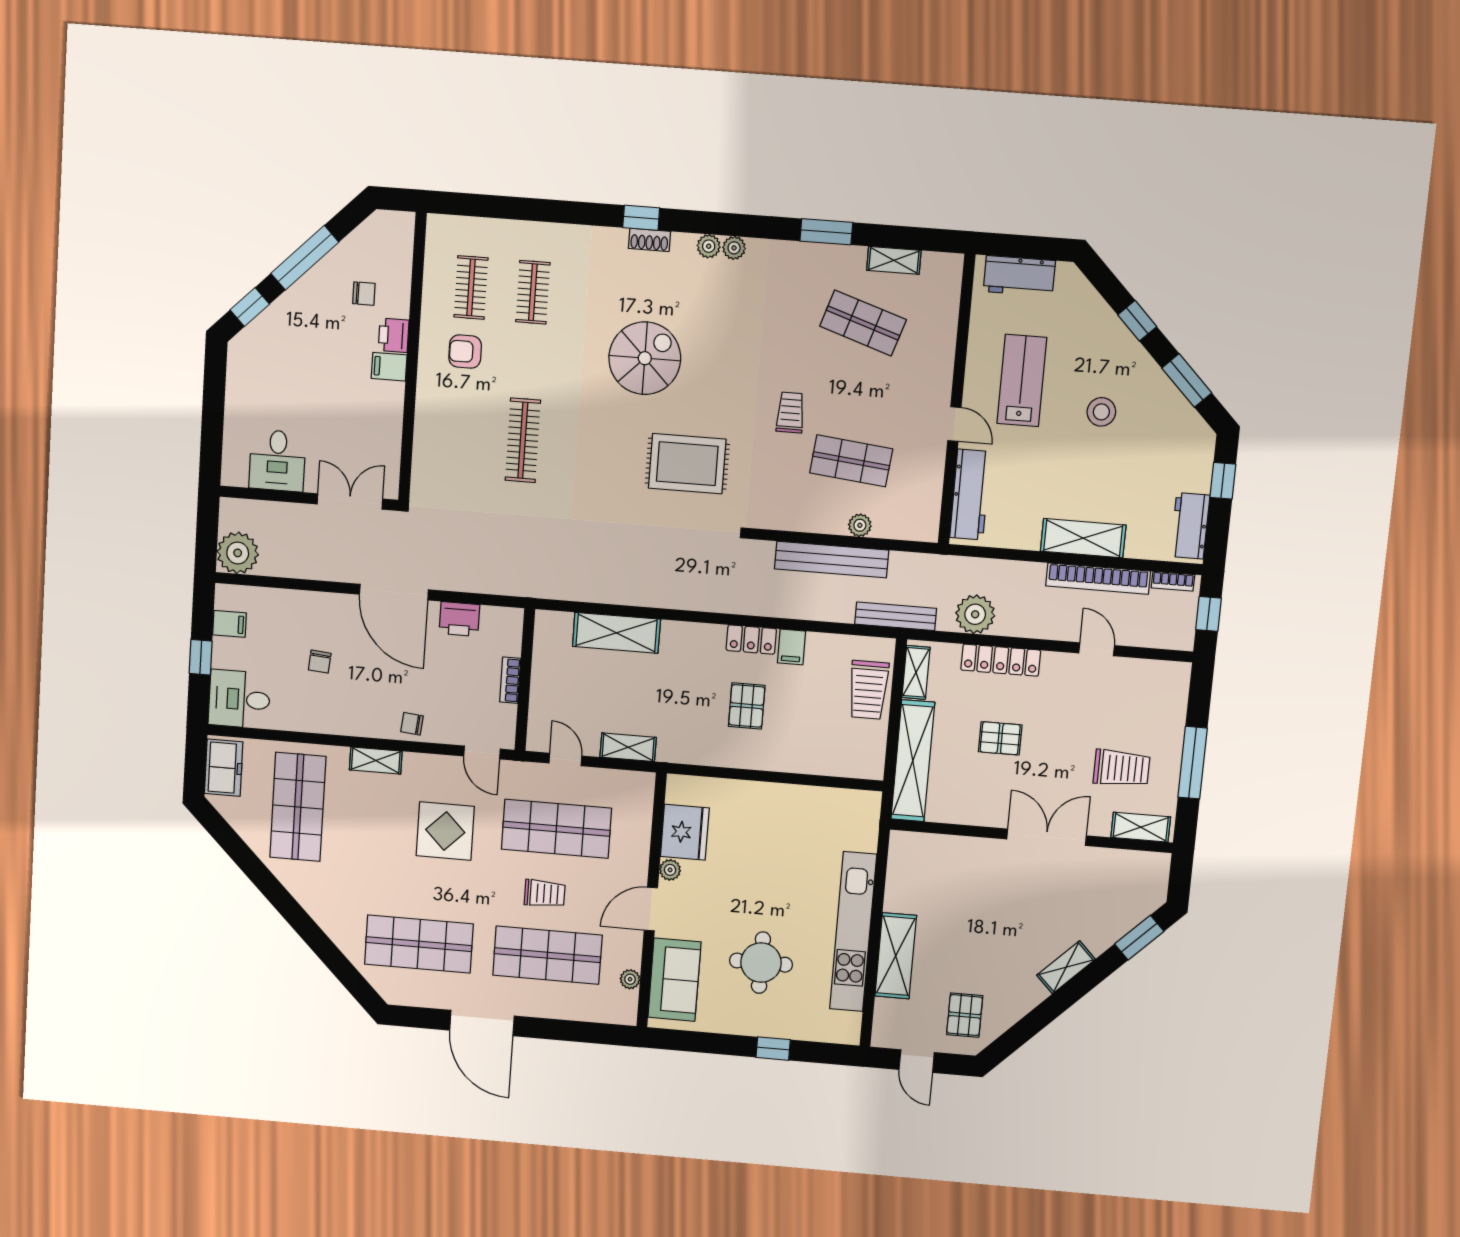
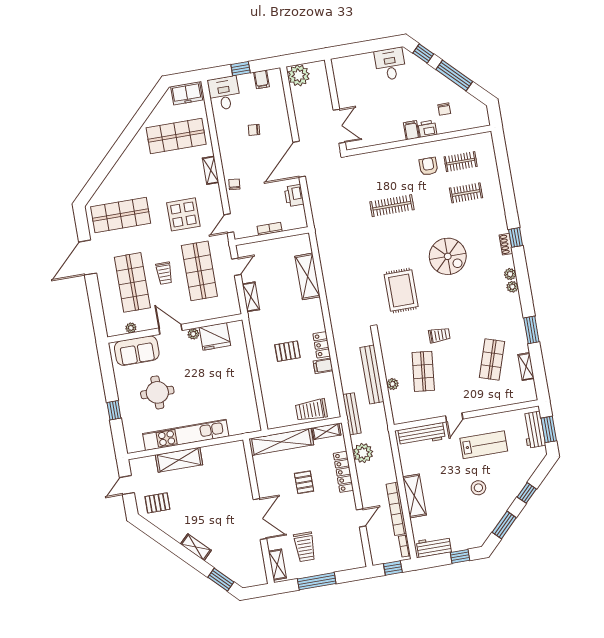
window: (1027, 247) -> (549, 429), added
desk: (277, 460) -> (390, 64), moved, turned 90
shop shelf: (419, 944) -> (121, 215), turned 90

